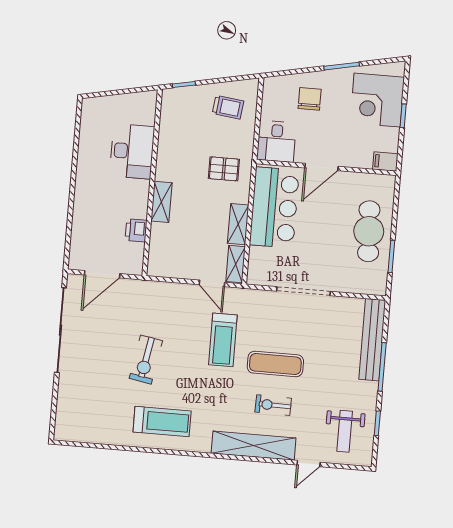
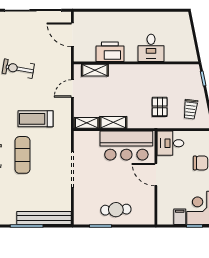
desk: (132, 151) -> (151, 48), width x0.73
filing cabinet: (385, 161) -> (180, 217), moved
pallet: (224, 169) -> (160, 107), moved
shelving: (161, 202) -> (95, 70), moved
printer: (136, 230) -> (110, 52), width x1.87, depth x1.48
cafe table: (369, 231) -> (116, 210), width x0.73, depth x0.74
door: (212, 283) -> (72, 89), moved

